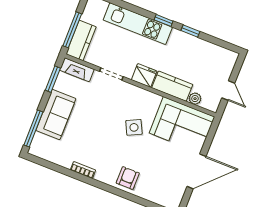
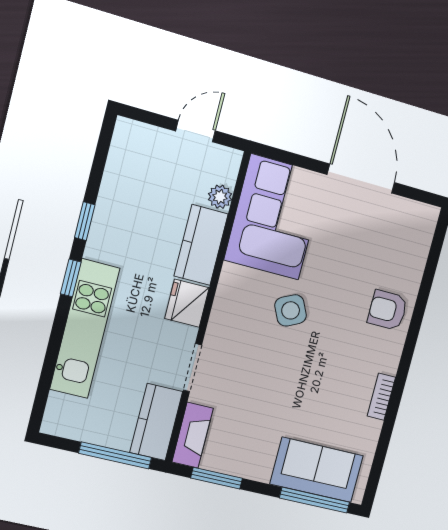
kitchen counter: (81, 40) -> (156, 422), moved, turned -90
sofa: (56, 115) -> (317, 470), moved

